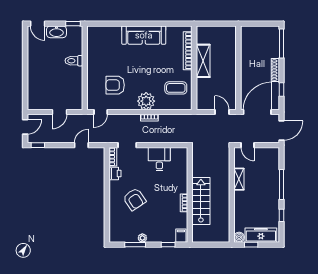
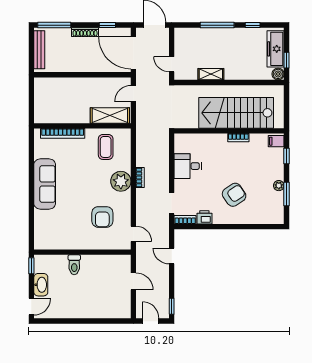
bench: (260, 30) -> (39, 50), added
shelving: (203, 61) -> (110, 116), moved
door: (248, 145) -> (172, 64), swing flipped
stairs: (201, 201) -> (236, 113), width x1.36, depth x1.51

